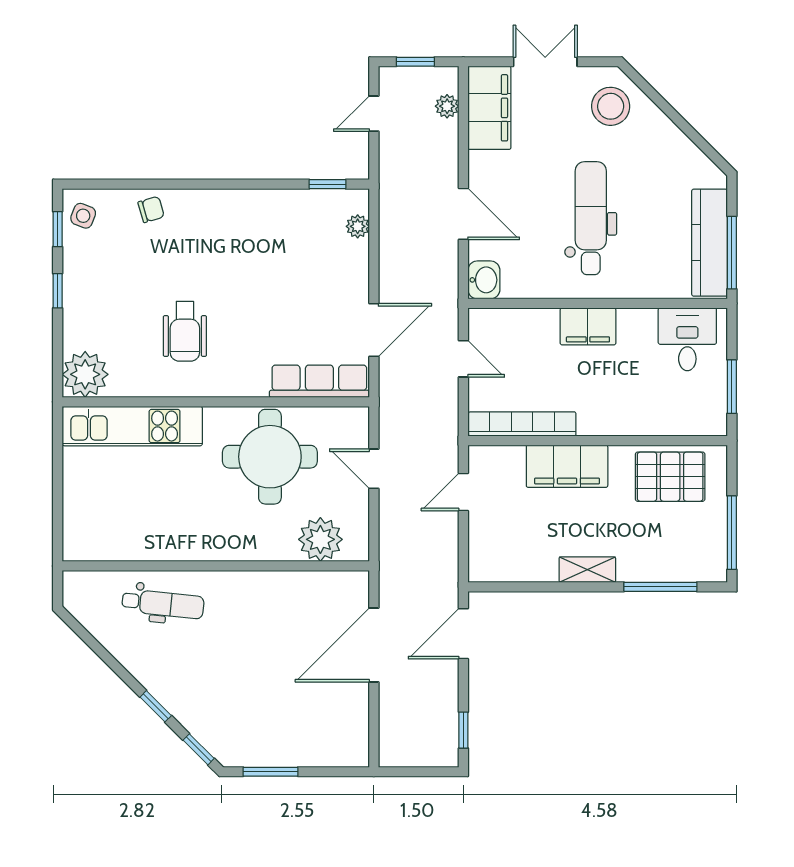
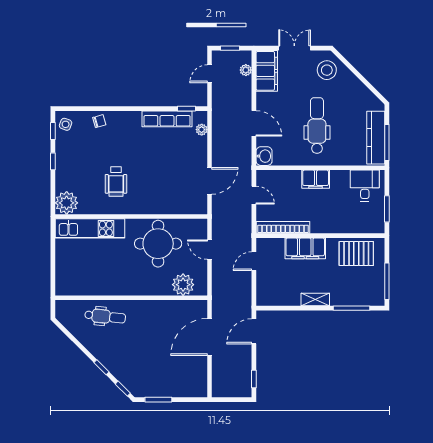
row of seats: (319, 381) -> (167, 119), moved, turned 180

